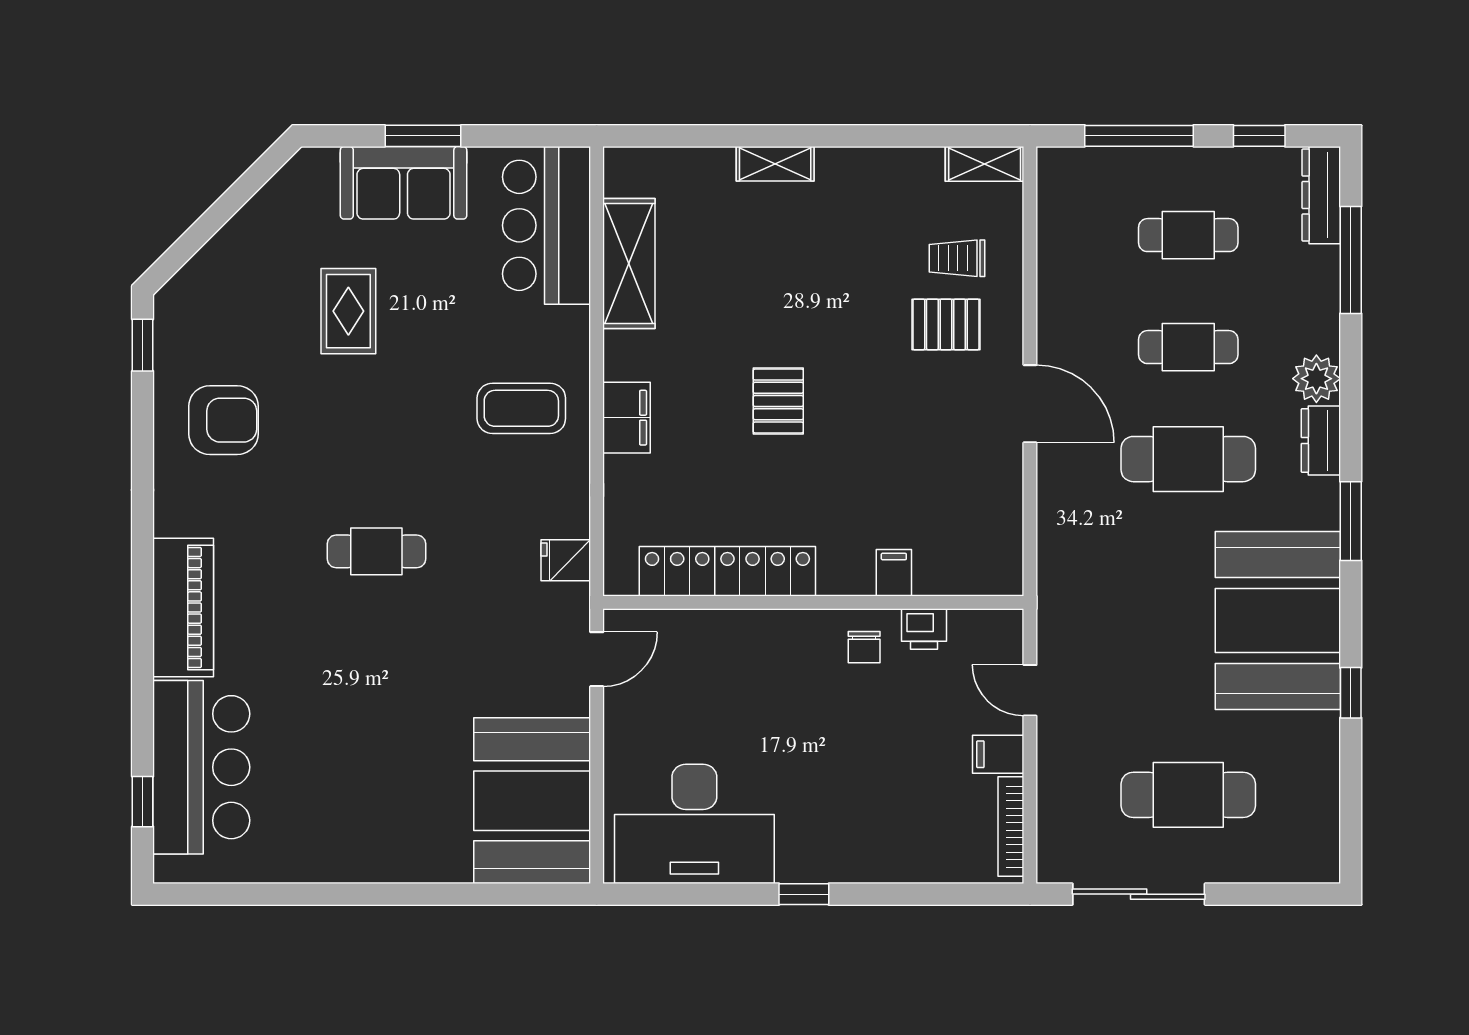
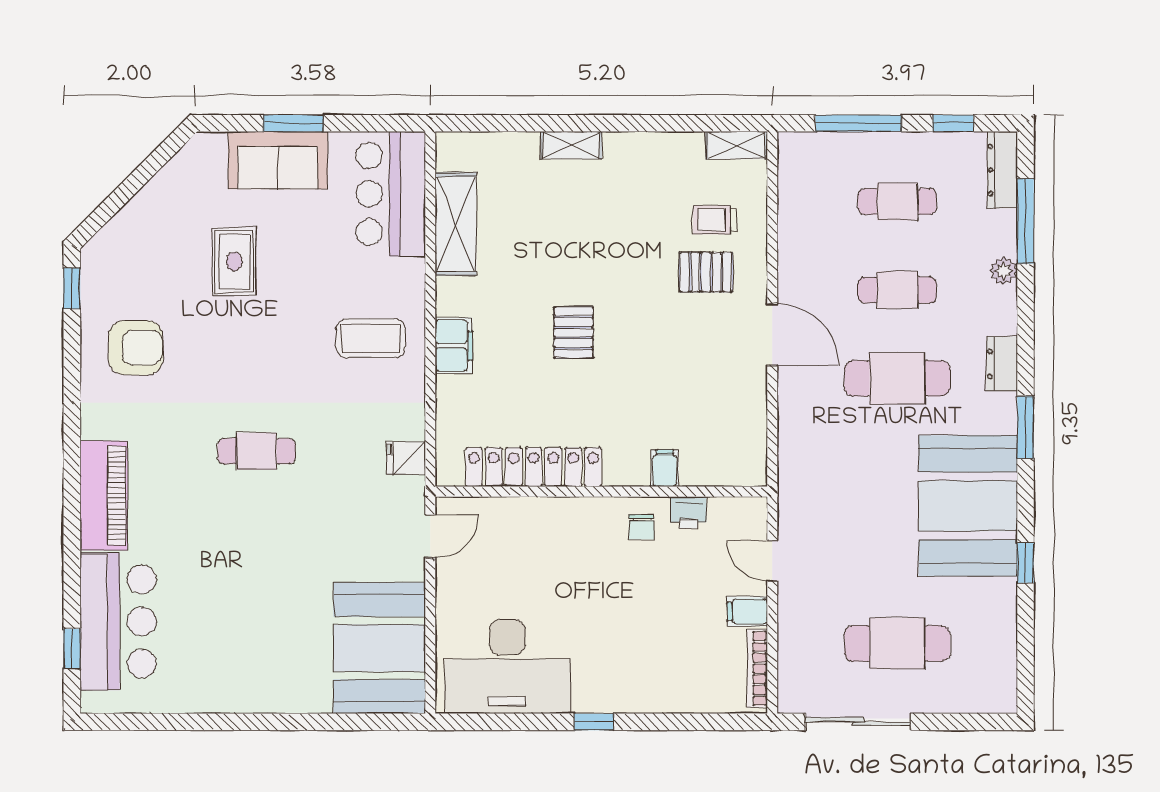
plant: (1316, 379) -> (1004, 271), moved, width x0.73, depth x0.73

